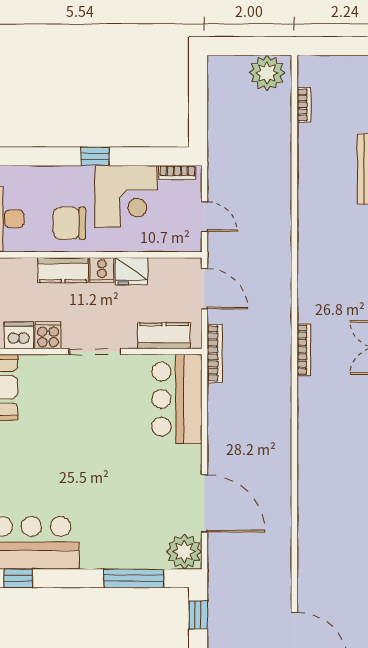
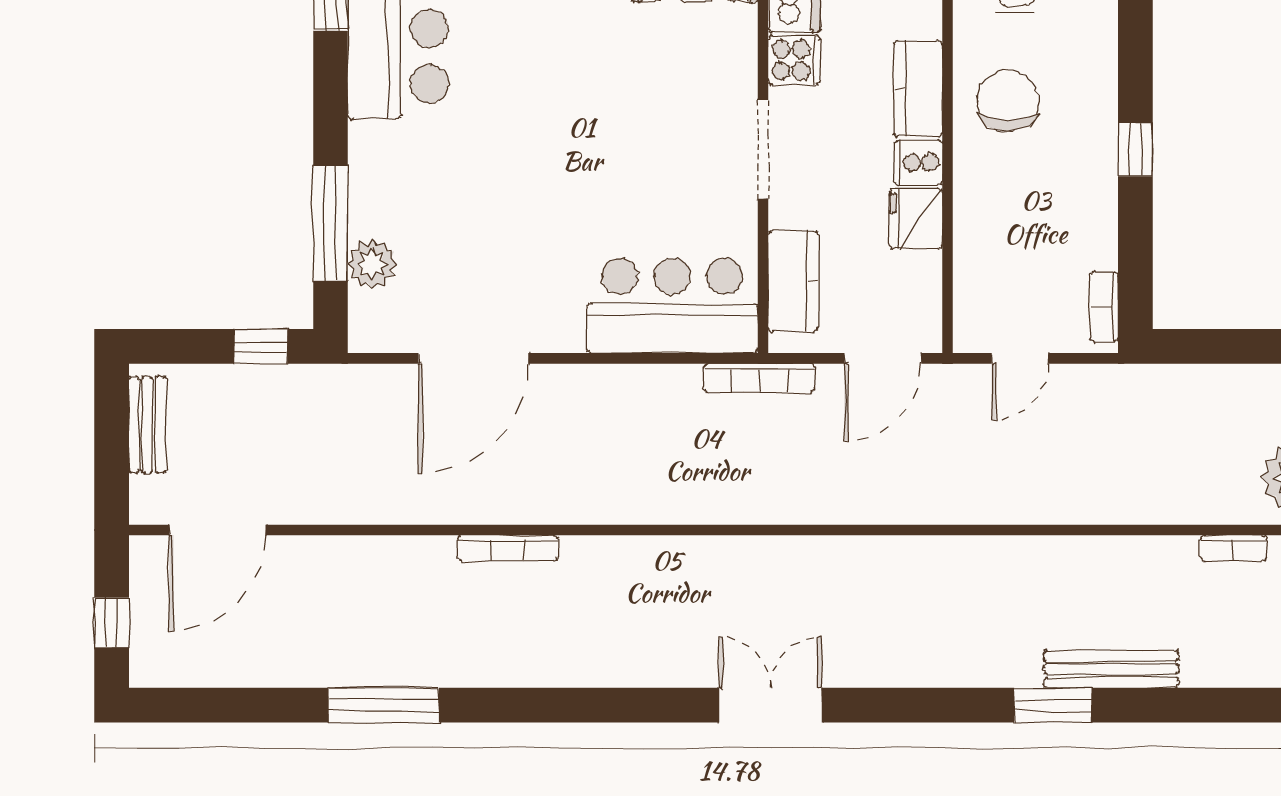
corner desk: (126, 196) -> (1059, 209), removed
bookcase: (304, 350) -> (508, 548), moved
plant: (184, 552) -> (372, 264), moved, width x0.73, depth x0.73

